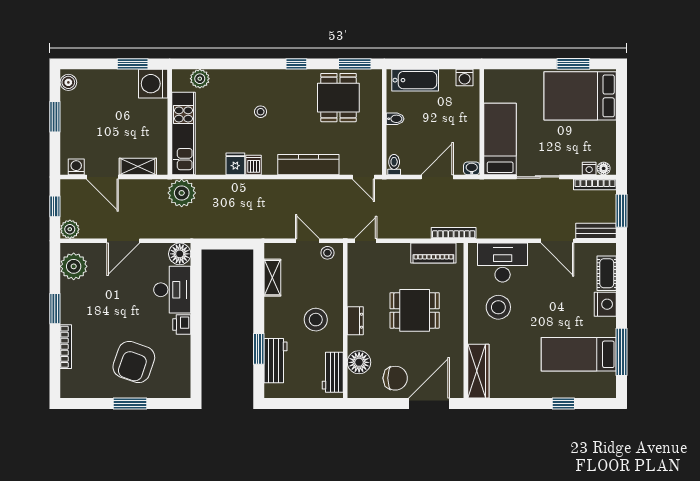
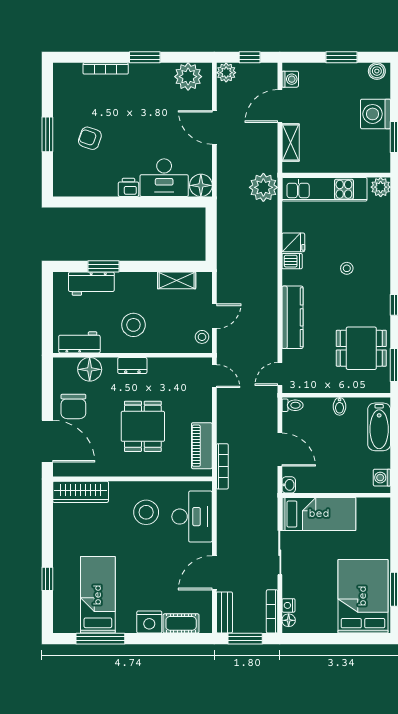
plant: (200, 79) -> (381, 187), moved
washing machine: (153, 84) -> (376, 114), moved, turned -90
armchair: (134, 362) -> (90, 138), width x0.53, depth x0.53

